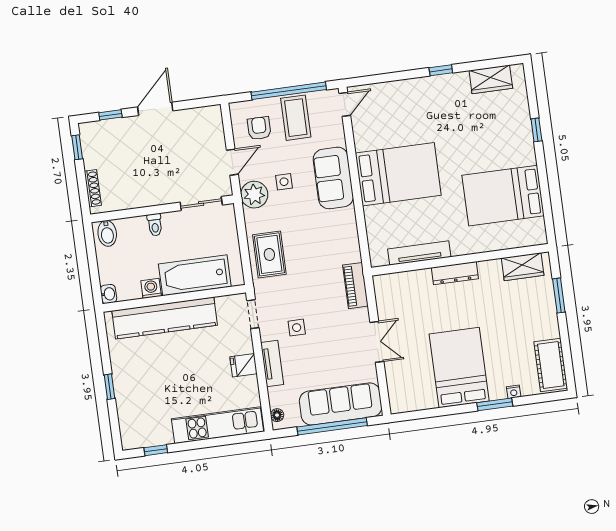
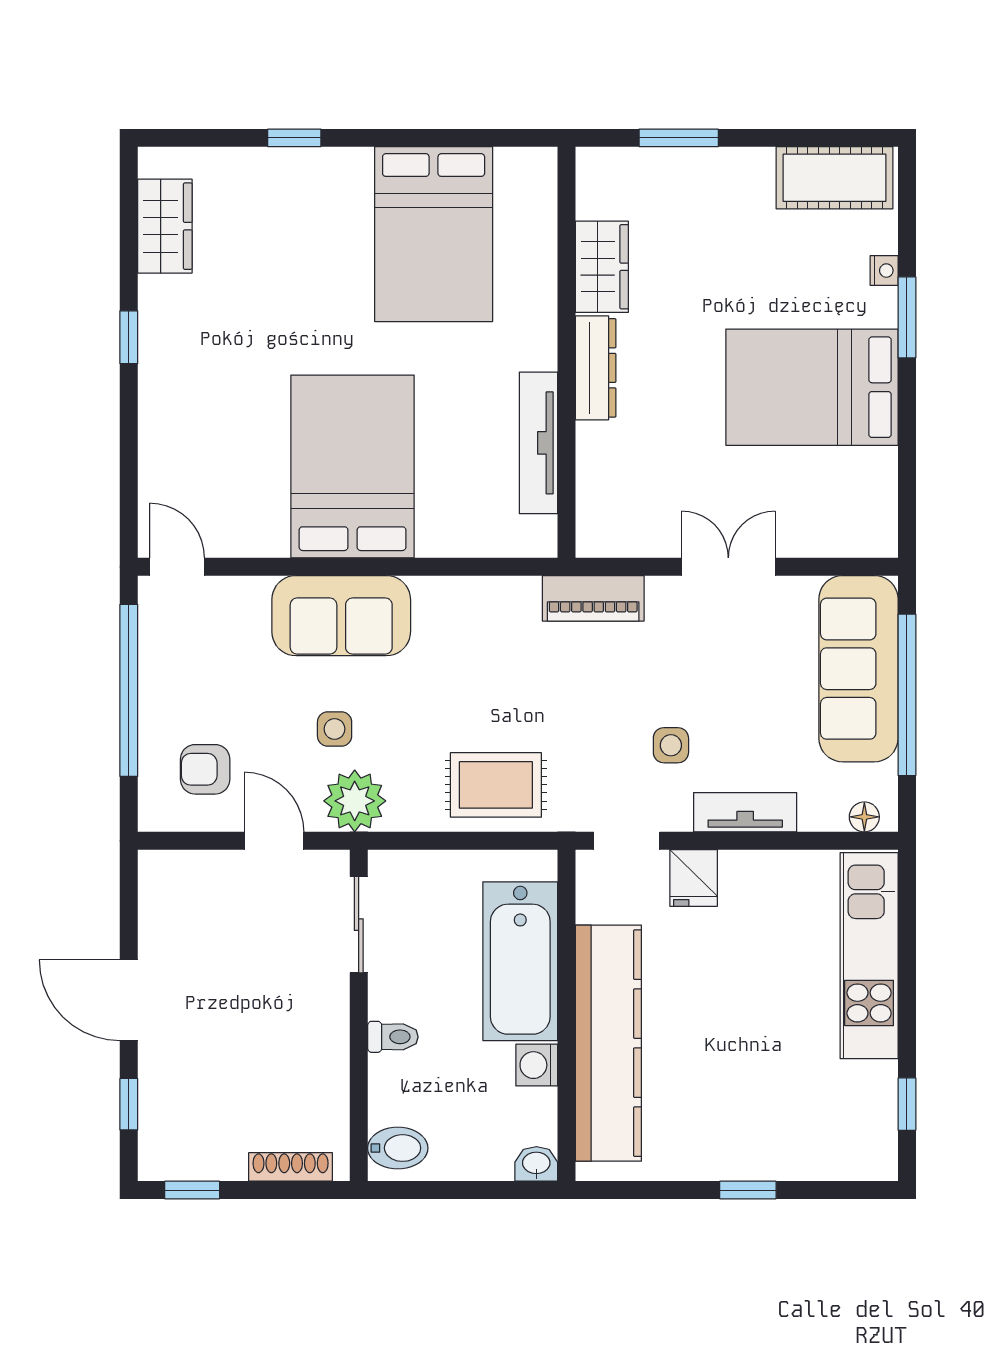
coffee table: (296, 118) -> (192, 683), removed
wardrobe: (523, 267) -> (602, 267), moved
fridge: (243, 365) -> (694, 878), moved

